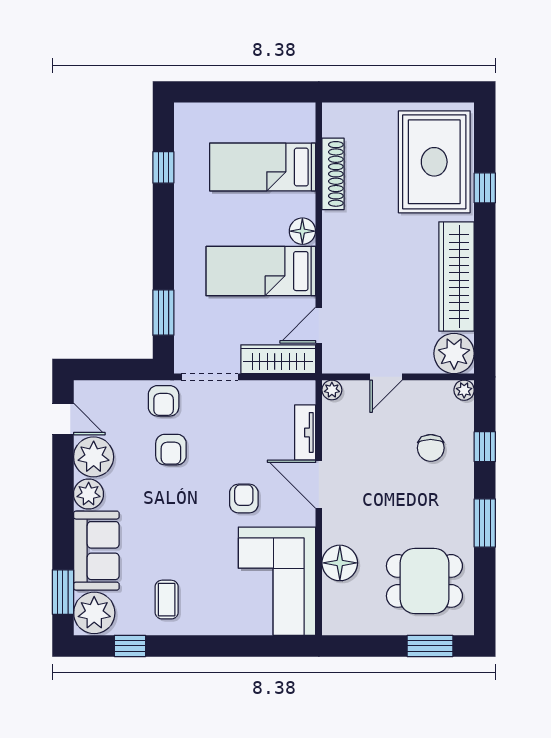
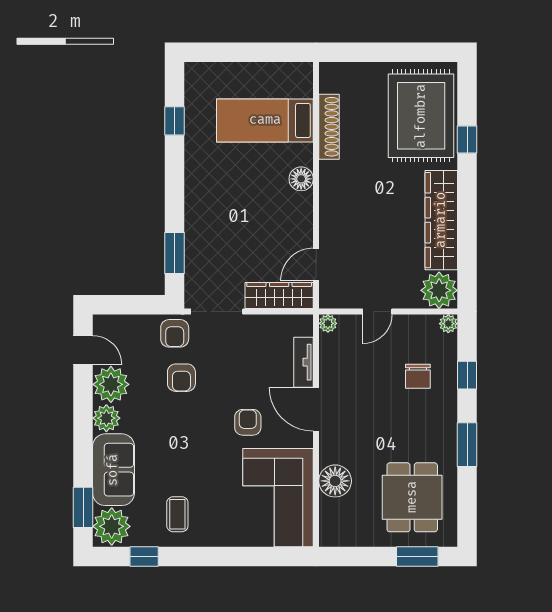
bed: (261, 271) -> (263, 215), removed
dining table: (424, 581) -> (412, 497), turned 90

